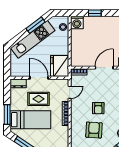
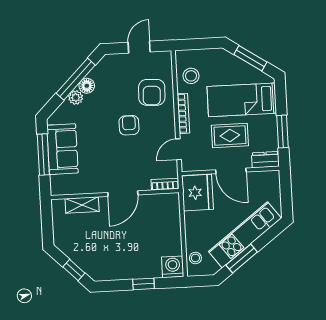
window: (7, 114) -> (283, 132), moved
armchair: (94, 130) -> (152, 92), moved
stool: (60, 136) -> (191, 76), added

